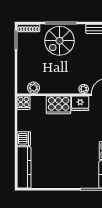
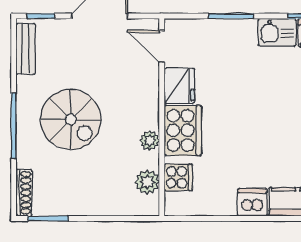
spiral stairs: (59, 41) -> (71, 119), moved
plant: (84, 89) -> (150, 141), moved
cooker: (24, 103) -> (178, 177), moved

